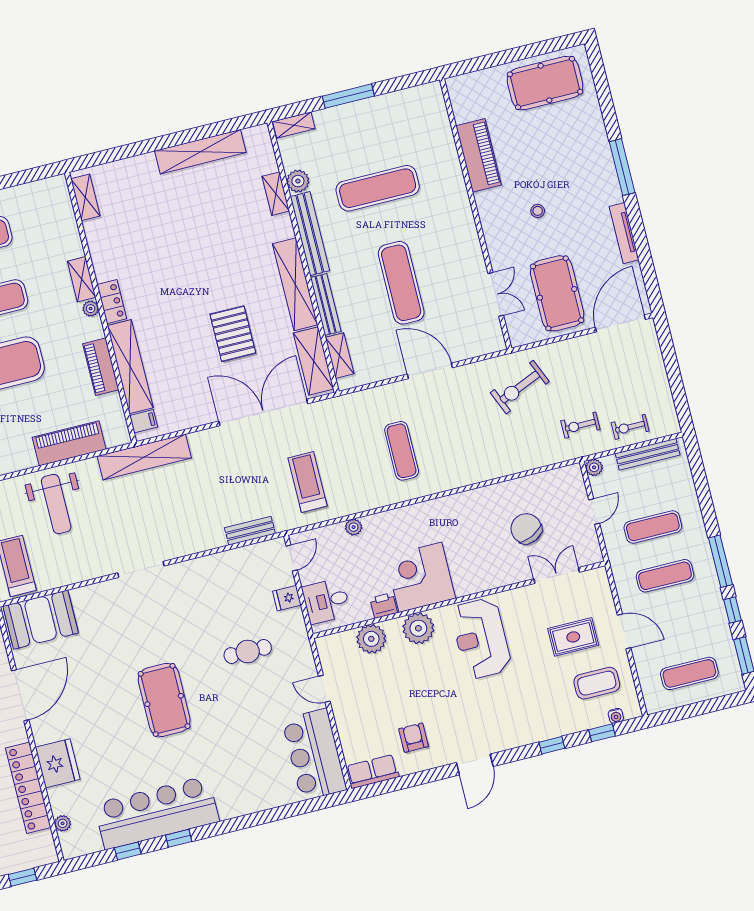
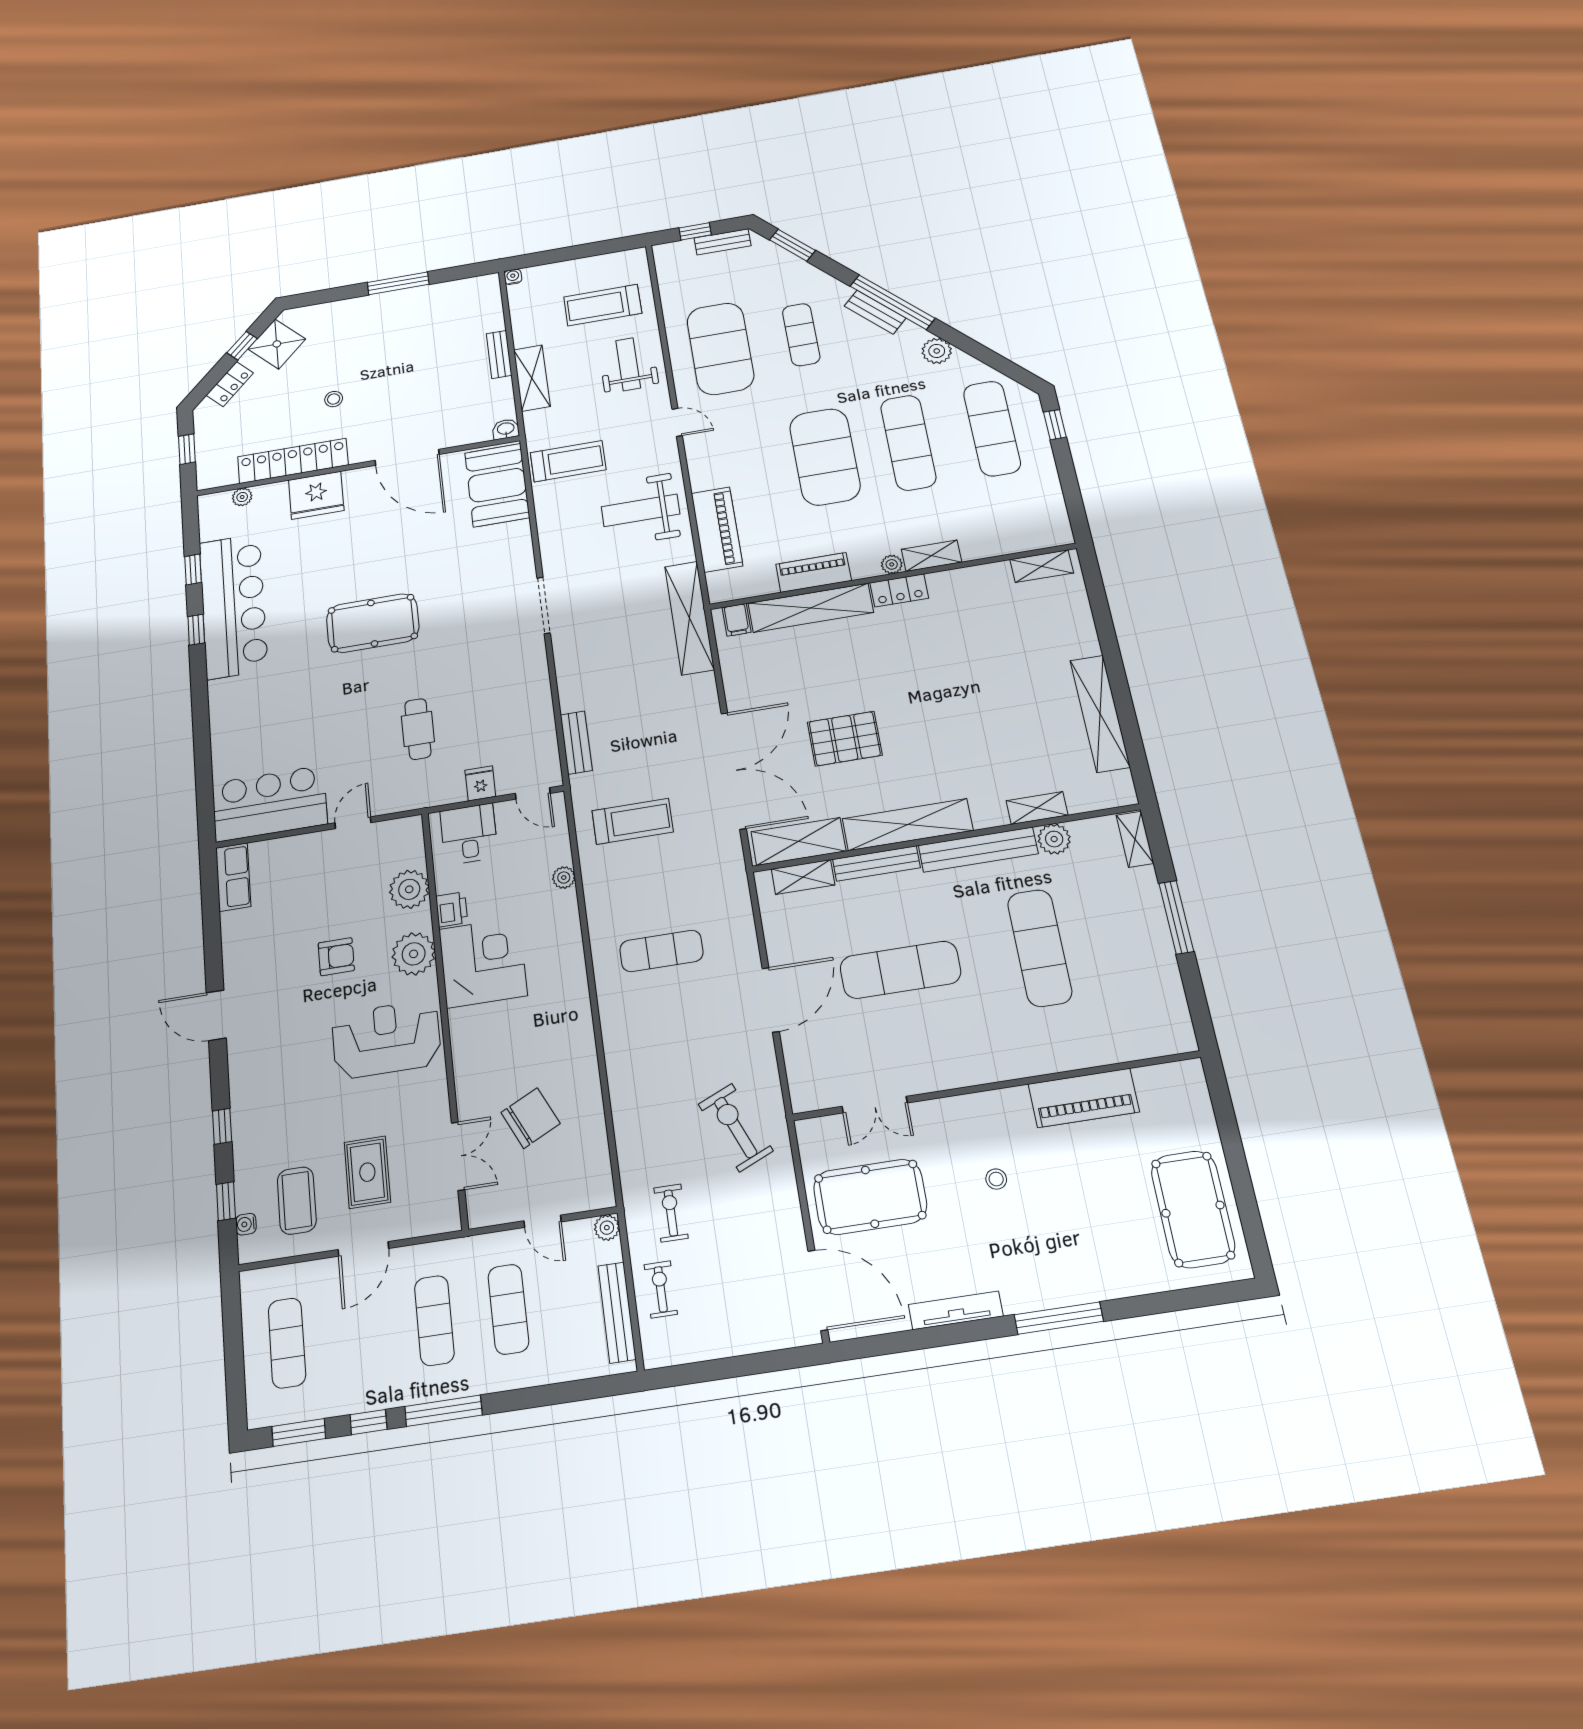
armchair: (413, 738) -> (336, 957), moved

